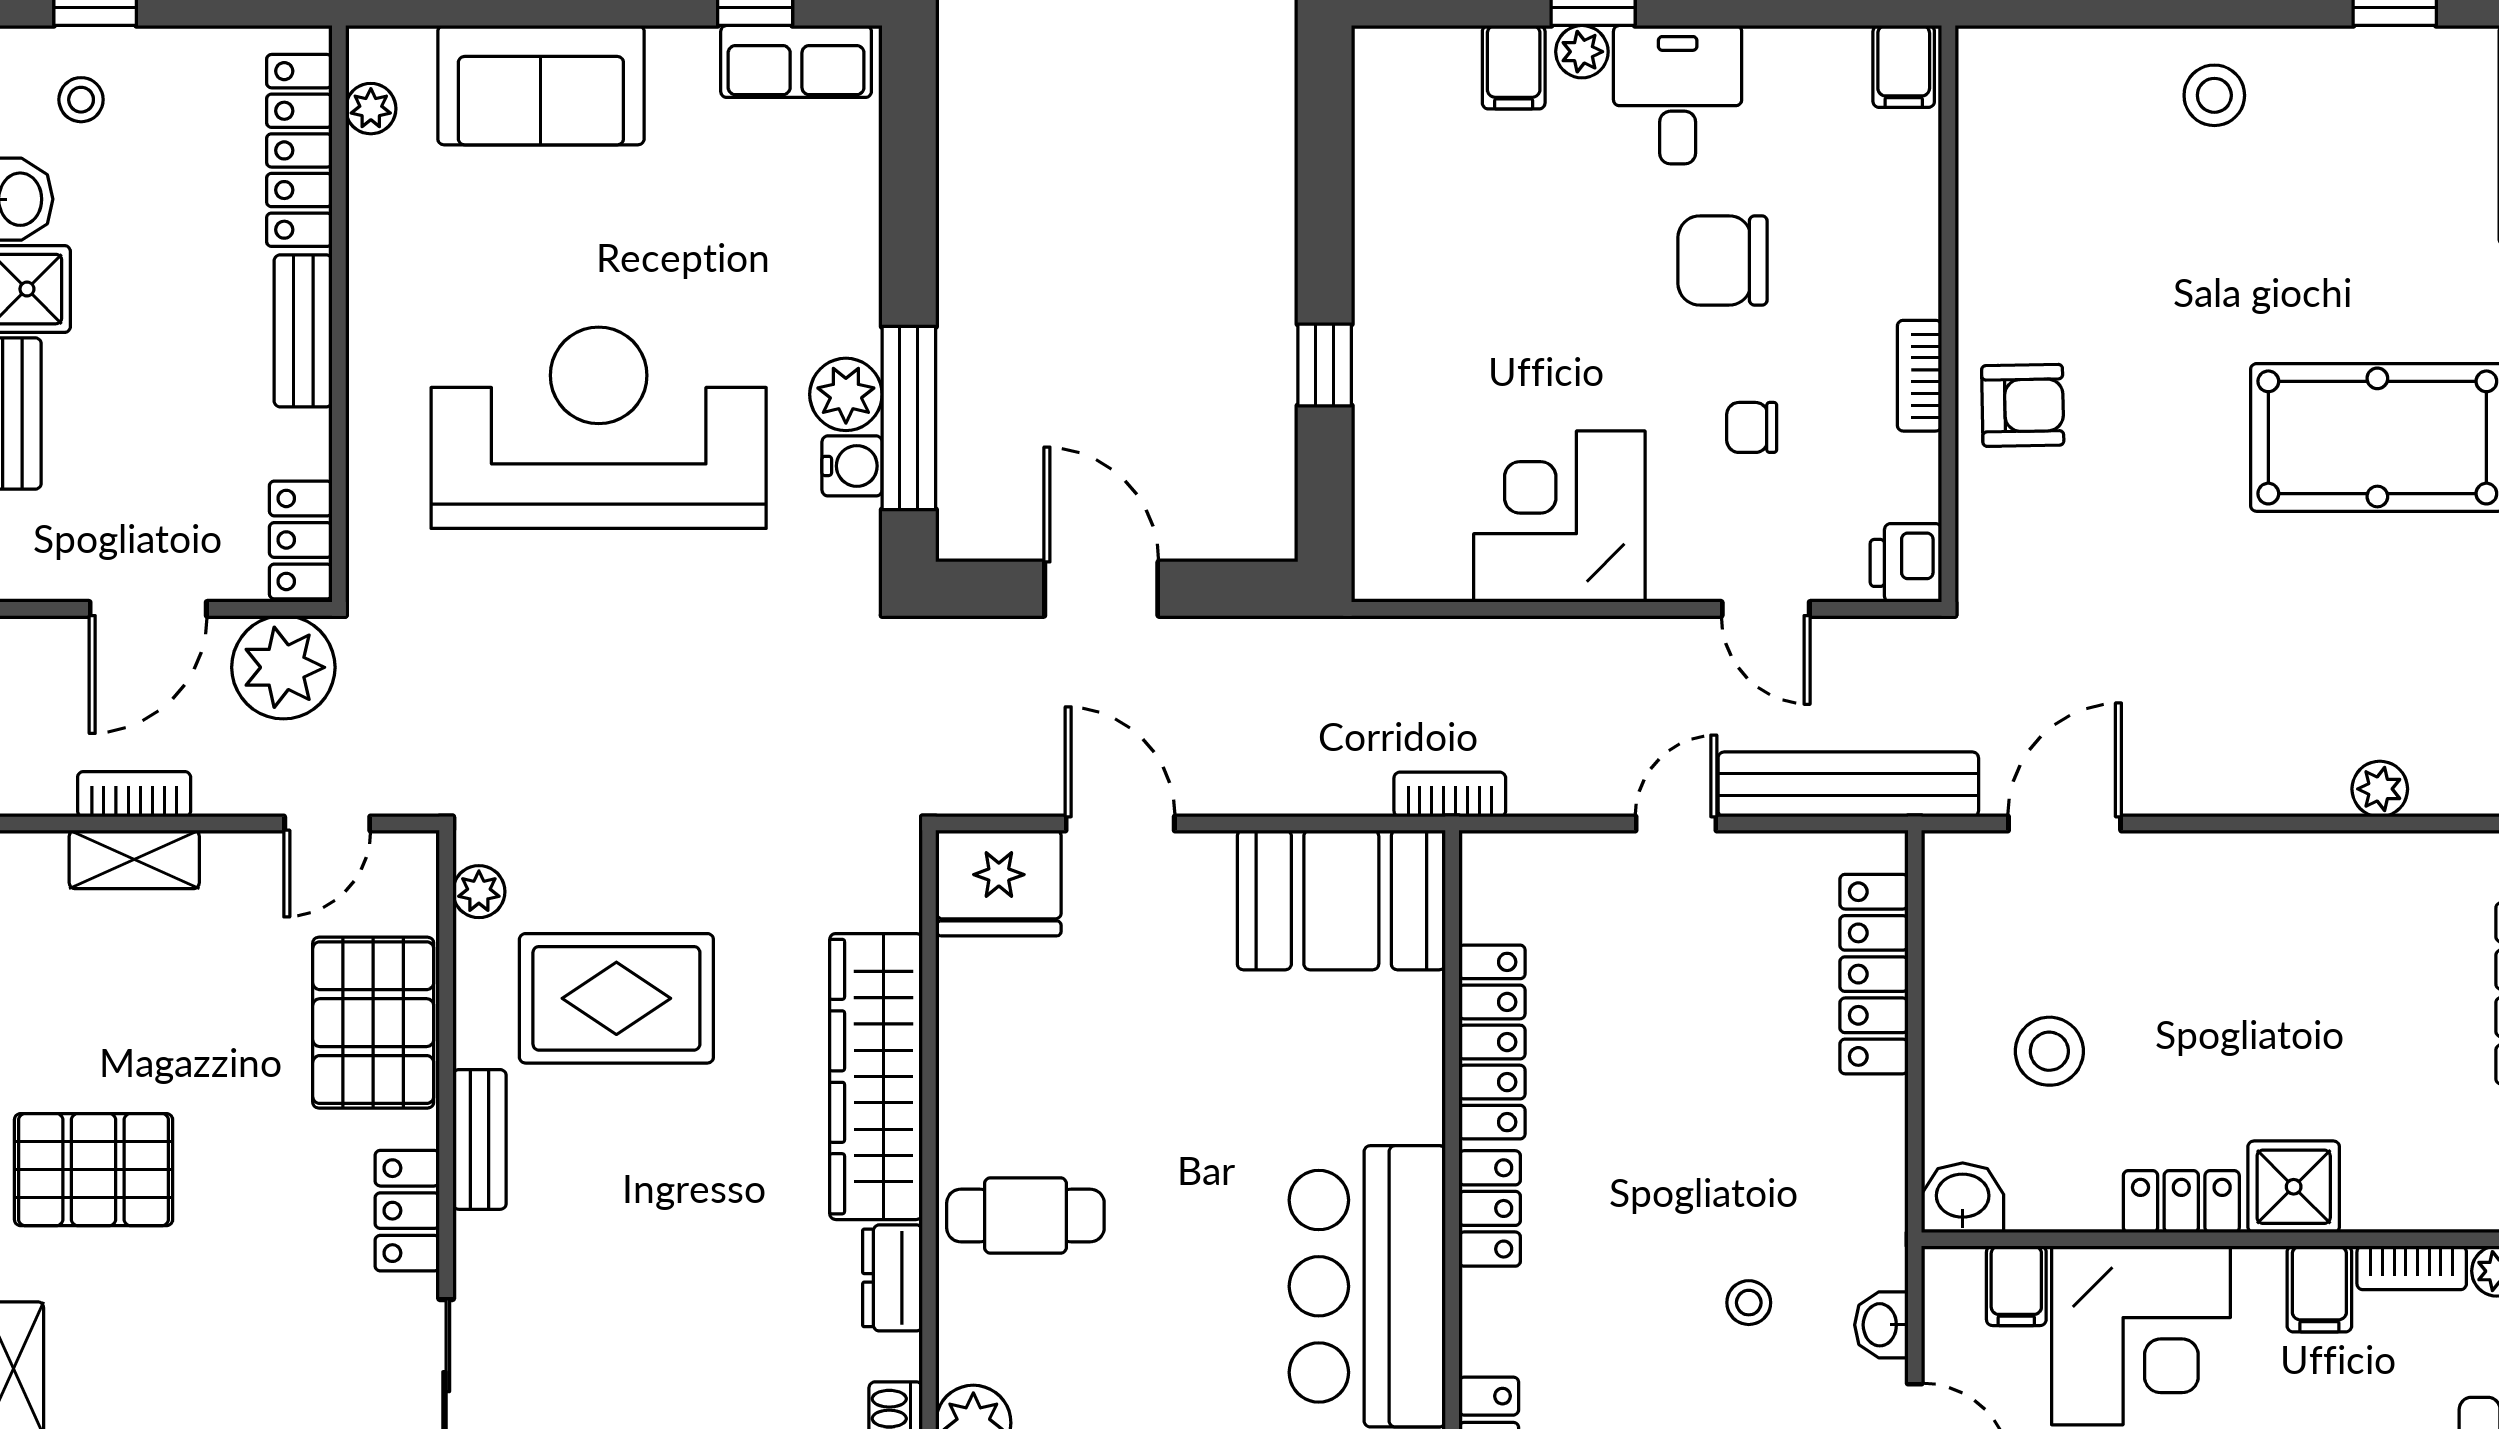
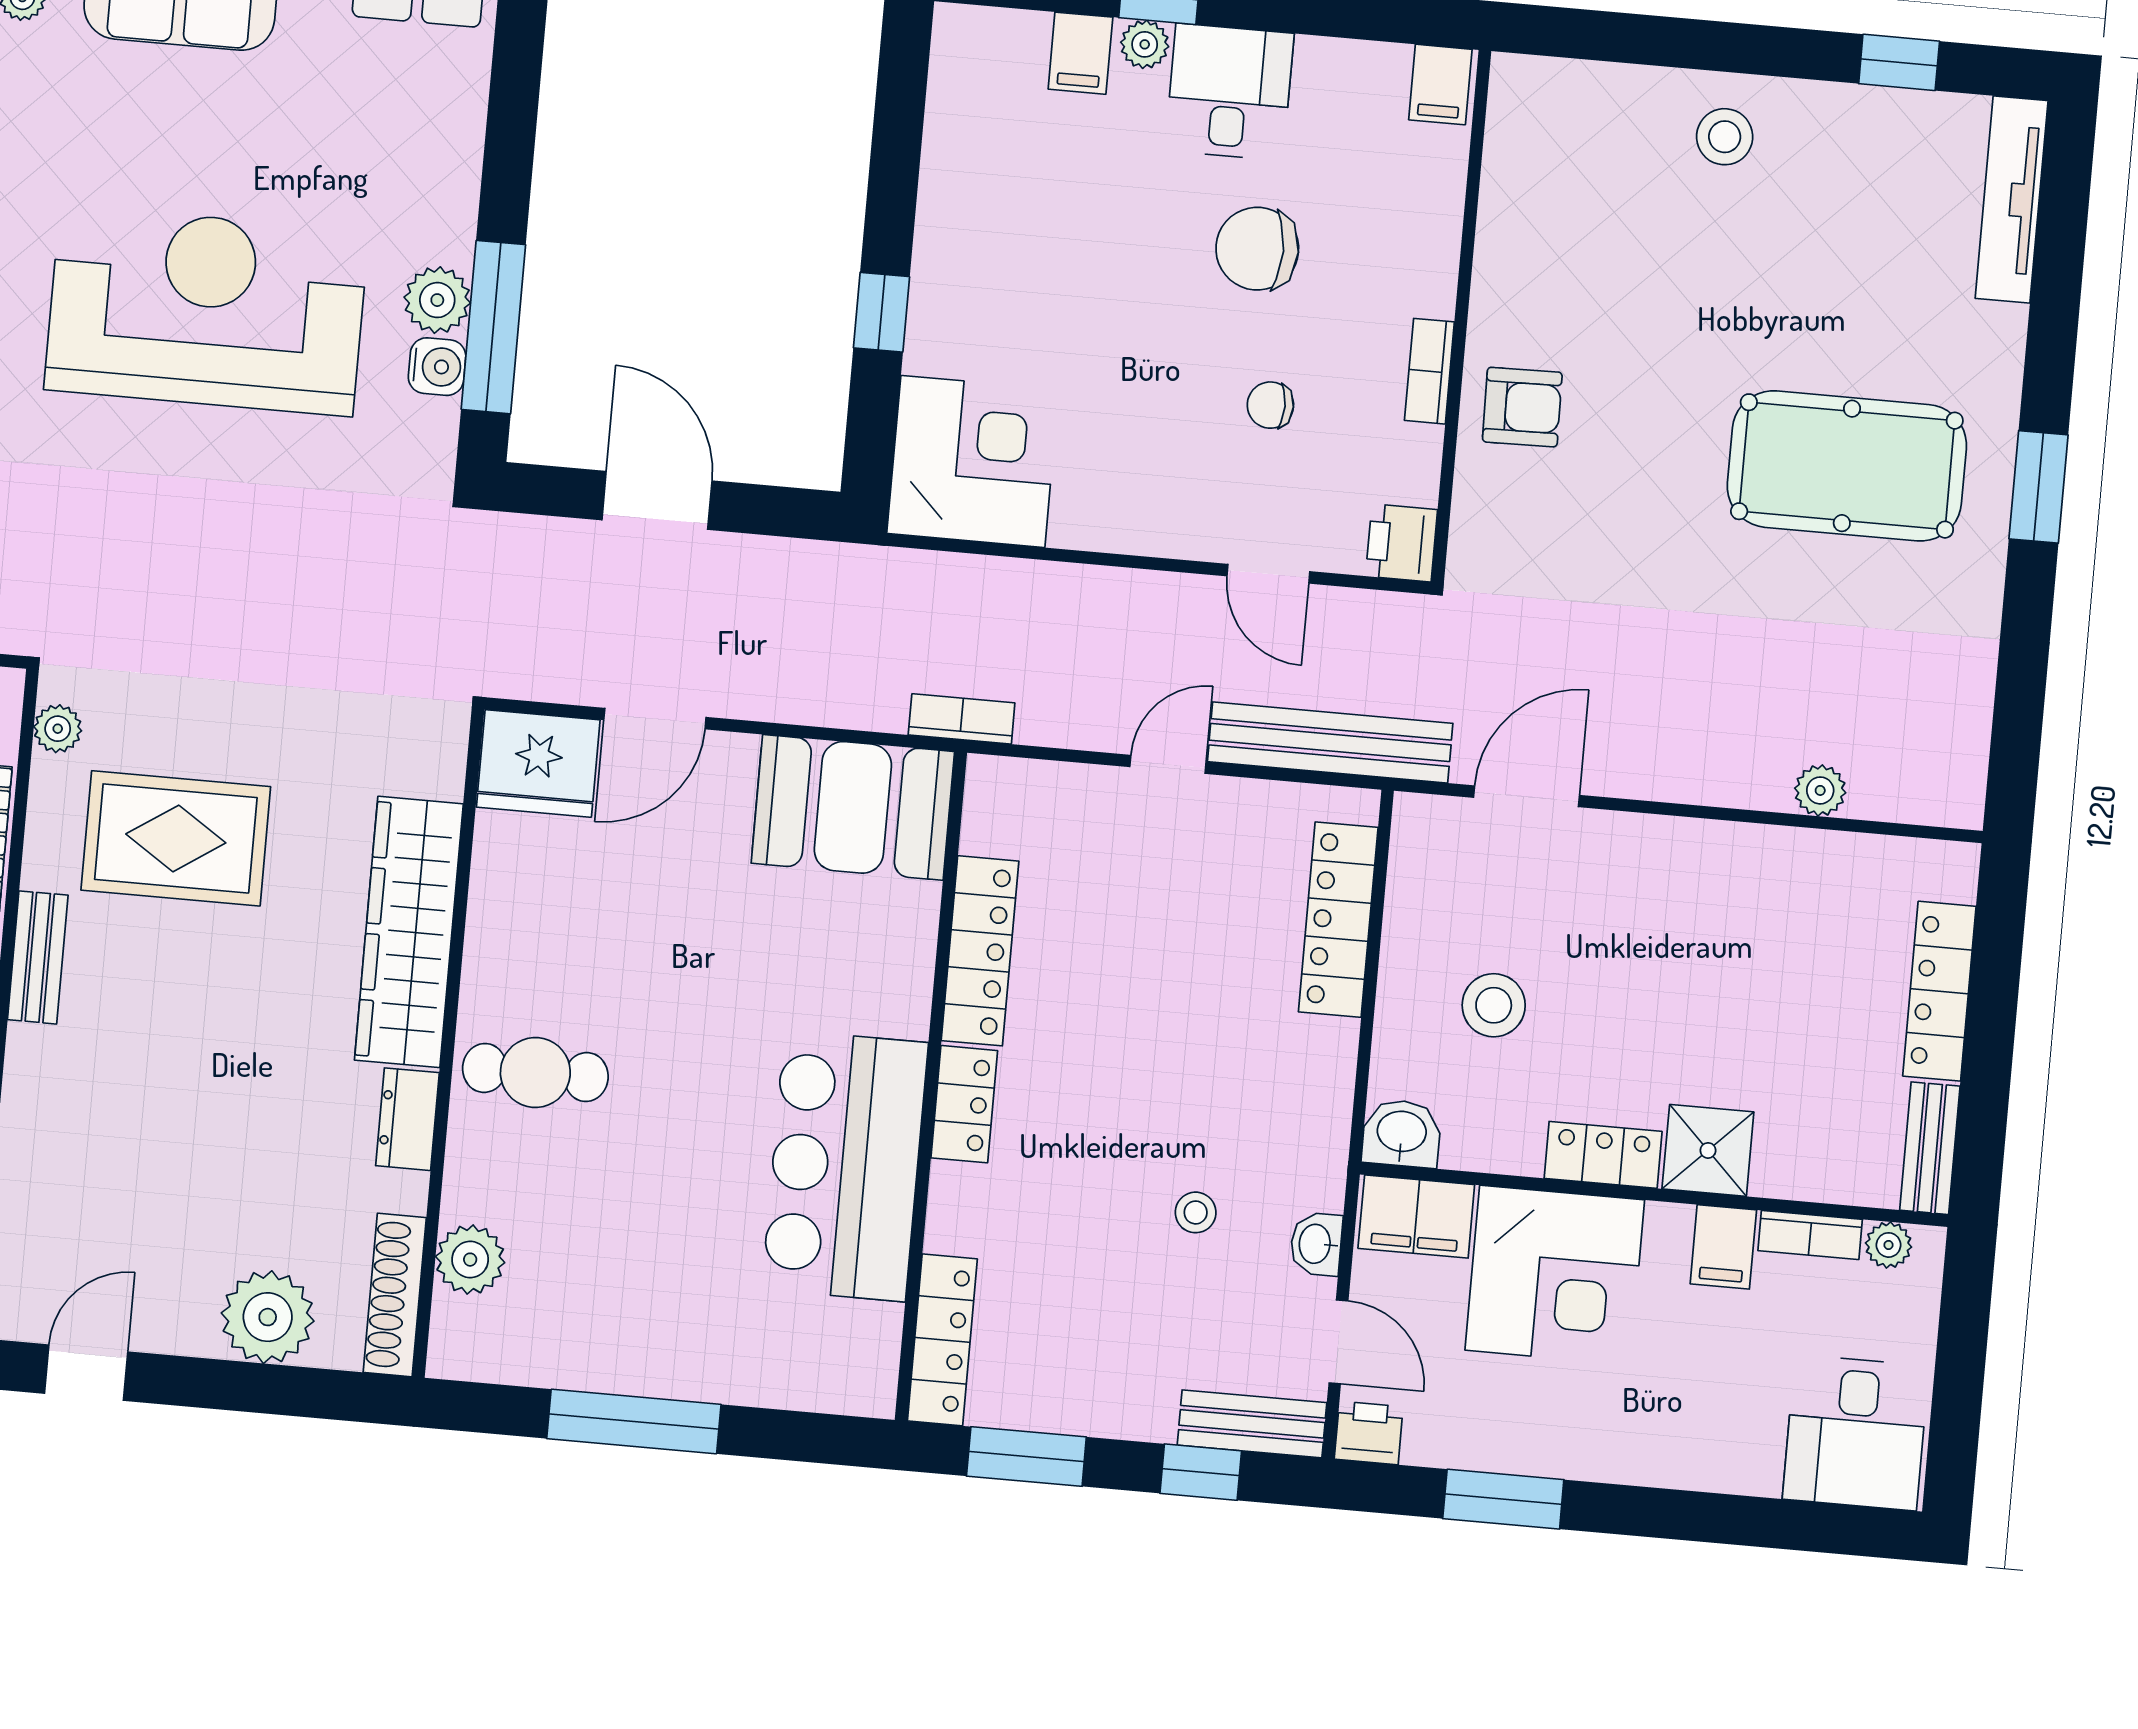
corner desk: (1559, 517) -> (973, 461), moved, turned 90
door: (1120, 823) -> (655, 719), swing flipped
filing cabinet: (2016, 1286) -> (1416, 1217), width x2.00

